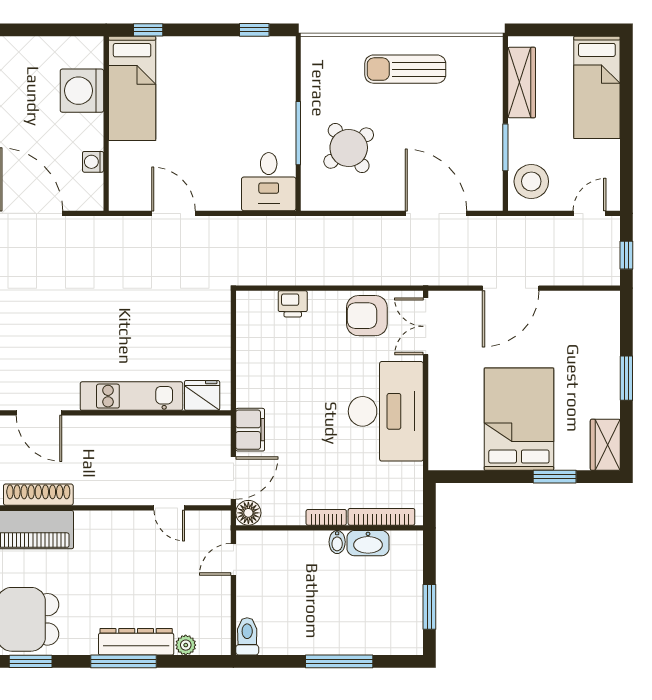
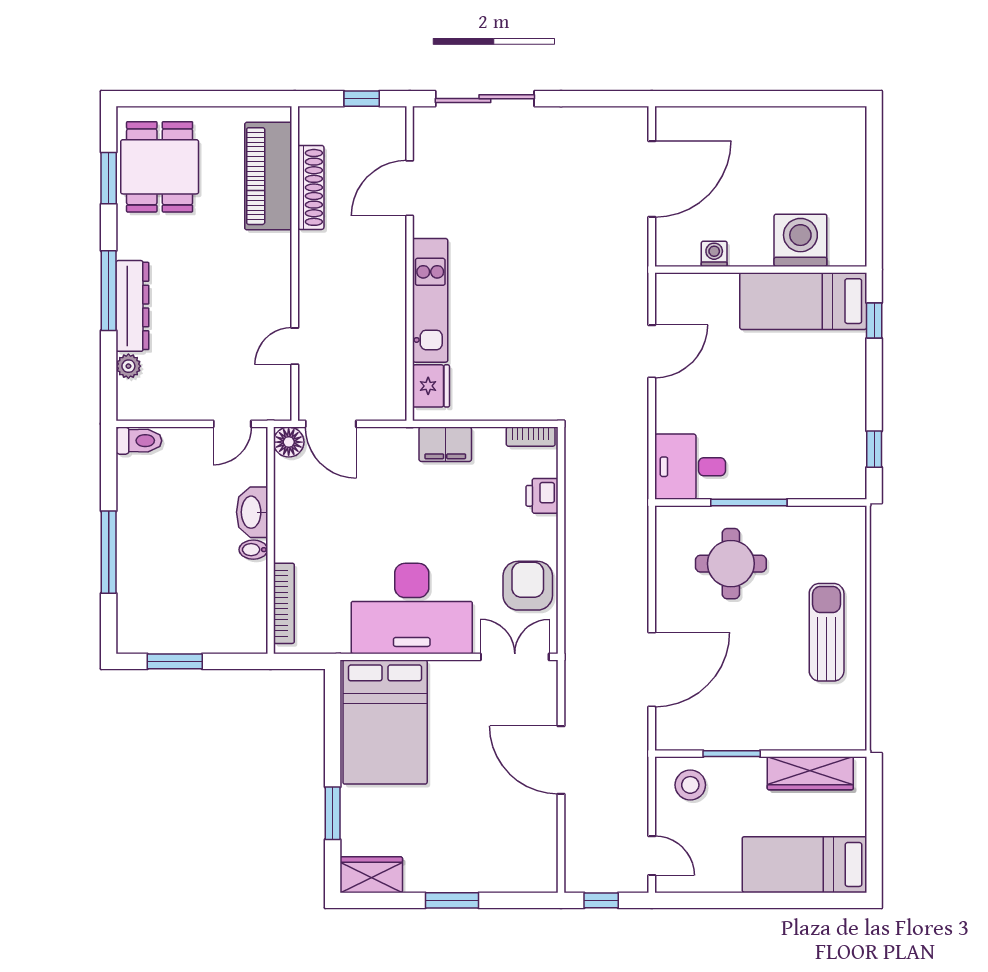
round table: (349, 148) -> (731, 564), turned 37
stool: (531, 181) -> (690, 785), width x0.73, depth x0.73
bed: (519, 419) -> (385, 722), moved, turned 90
filing cabinet: (250, 430) -> (445, 444), moved
bookcase: (326, 517) -> (531, 437), moved, turned 90
washbasin: (368, 543) -> (252, 512), moved
door: (233, 559) -> (232, 424), swing flipped

